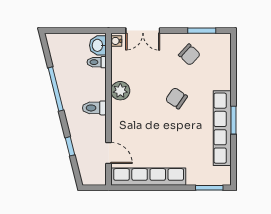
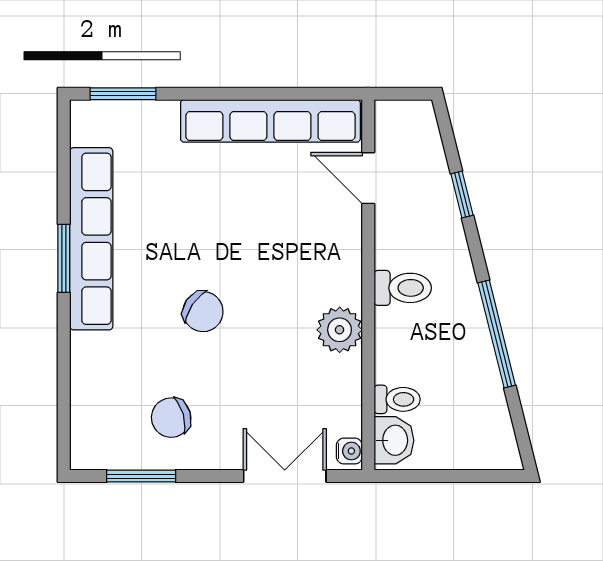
chair: (189, 55) -> (171, 418), turned -59

